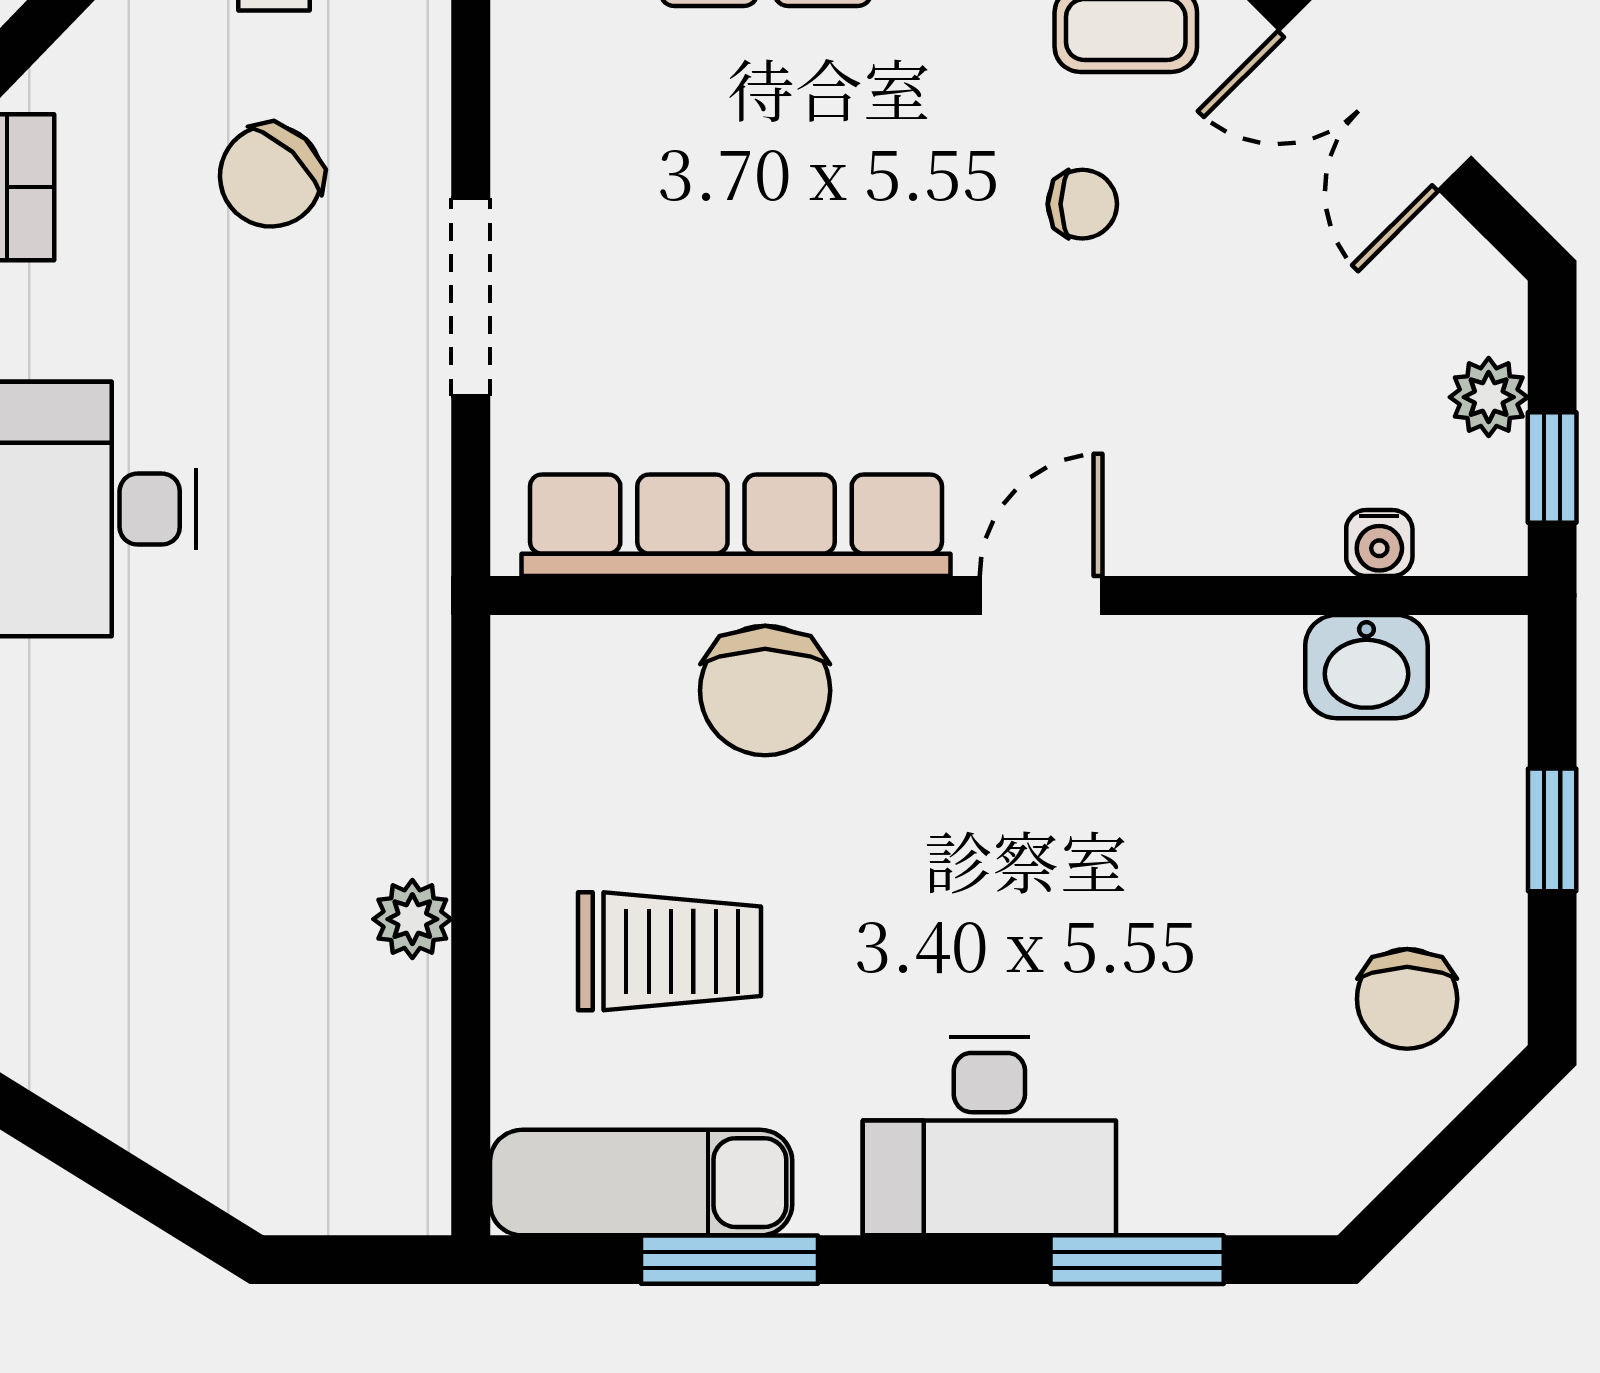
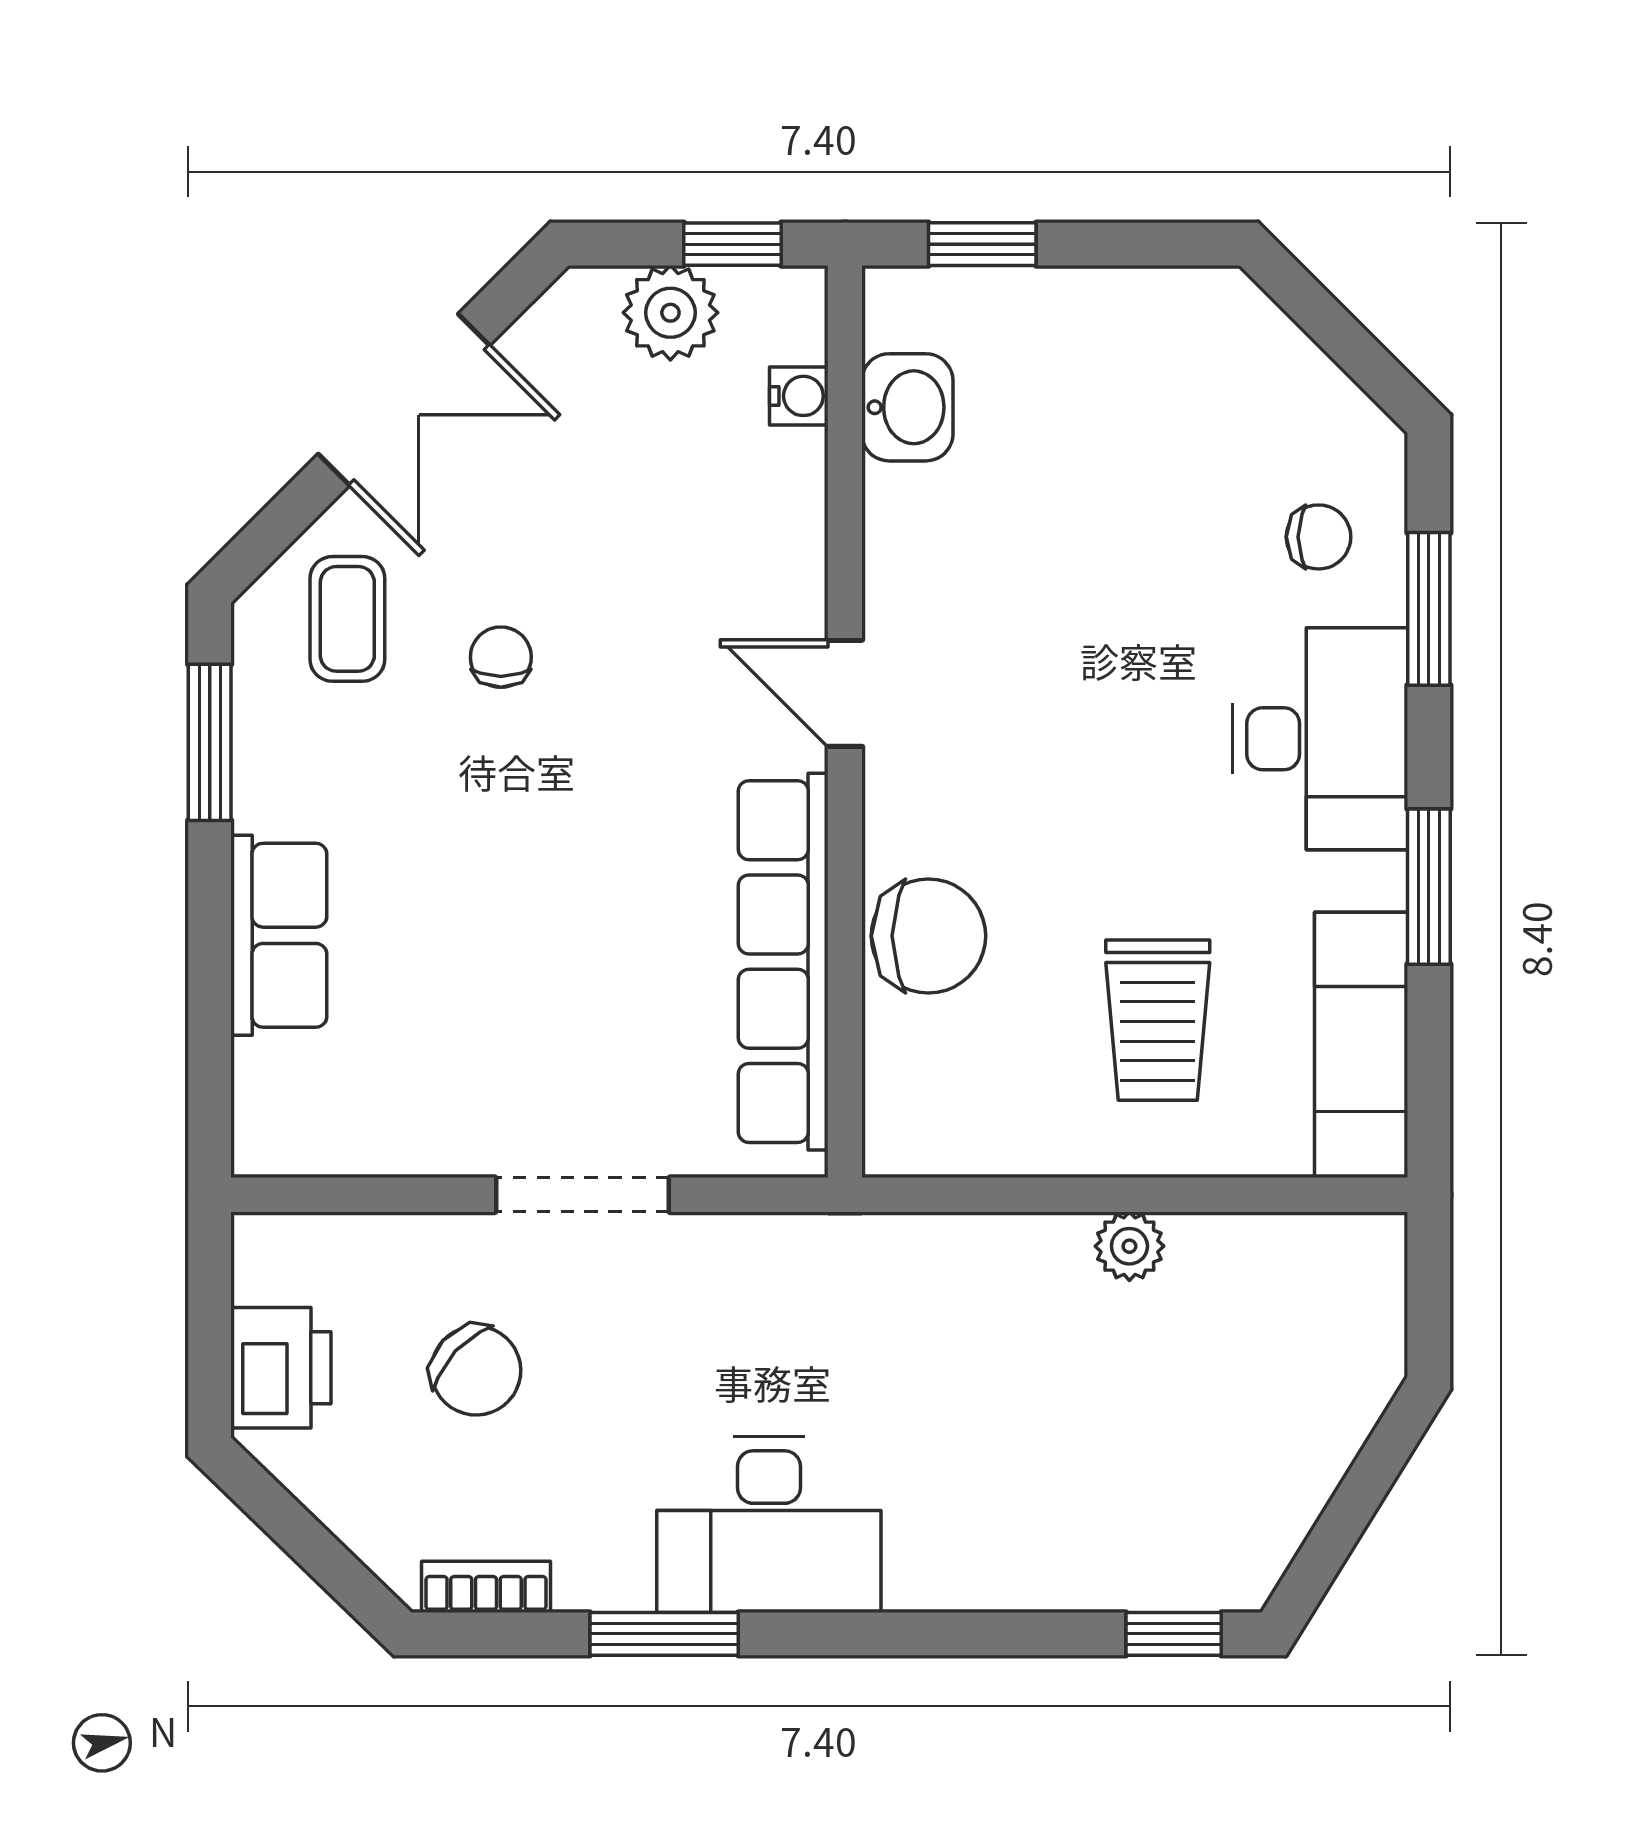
plant: (1489, 397) -> (670, 313), width x1.38, depth x1.38
window: (1552, 830) -> (982, 244), moved
trolley: (669, 951) -> (1158, 1020), turned 180
chair: (1407, 999) -> (1319, 537), moved, width x0.73, depth x0.73
window: (730, 1260) -> (1429, 887), moved

